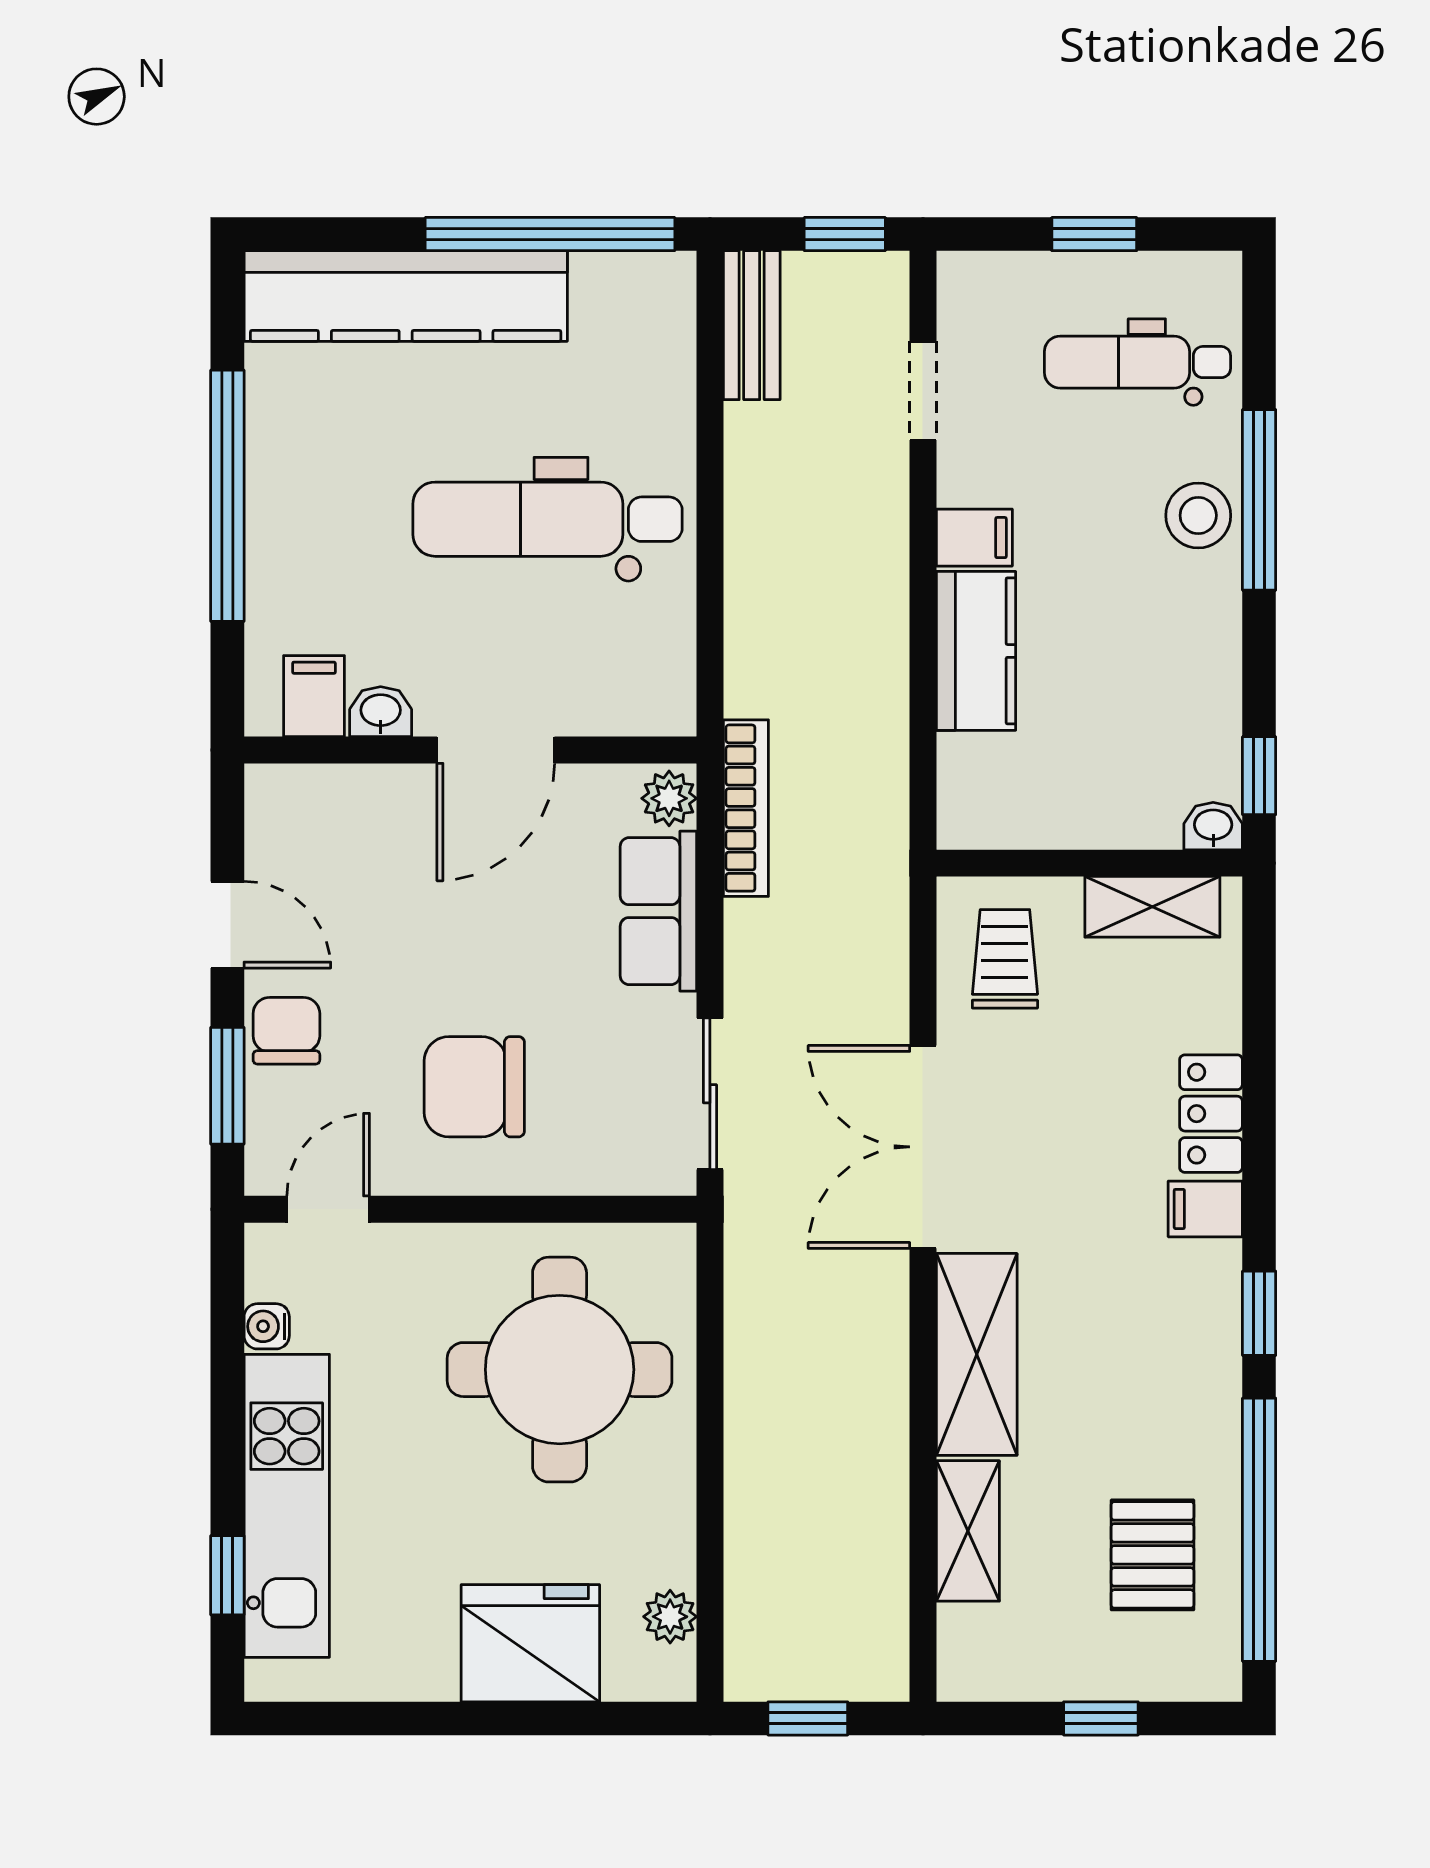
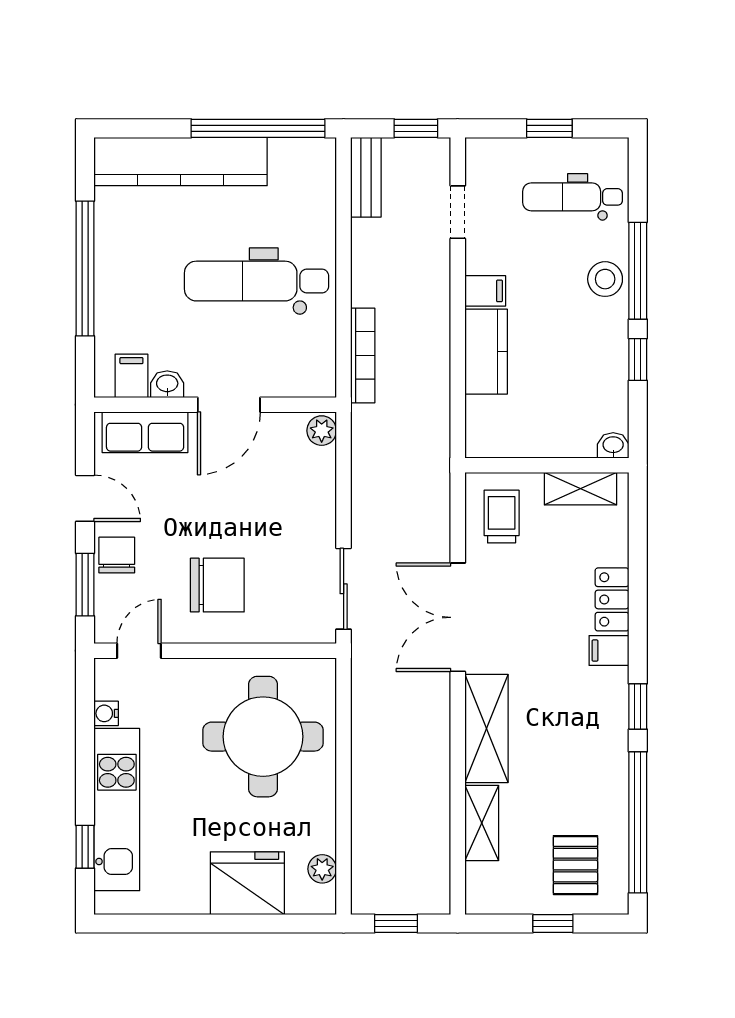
window: (1259, 776) -> (638, 360), moved
bookcase: (746, 808) -> (363, 355), moved
row of seats: (658, 911) -> (145, 432), moved, turned -90
chair: (474, 1087) -> (217, 585), turned 180
pallet: (1152, 1555) -> (575, 865), moved

